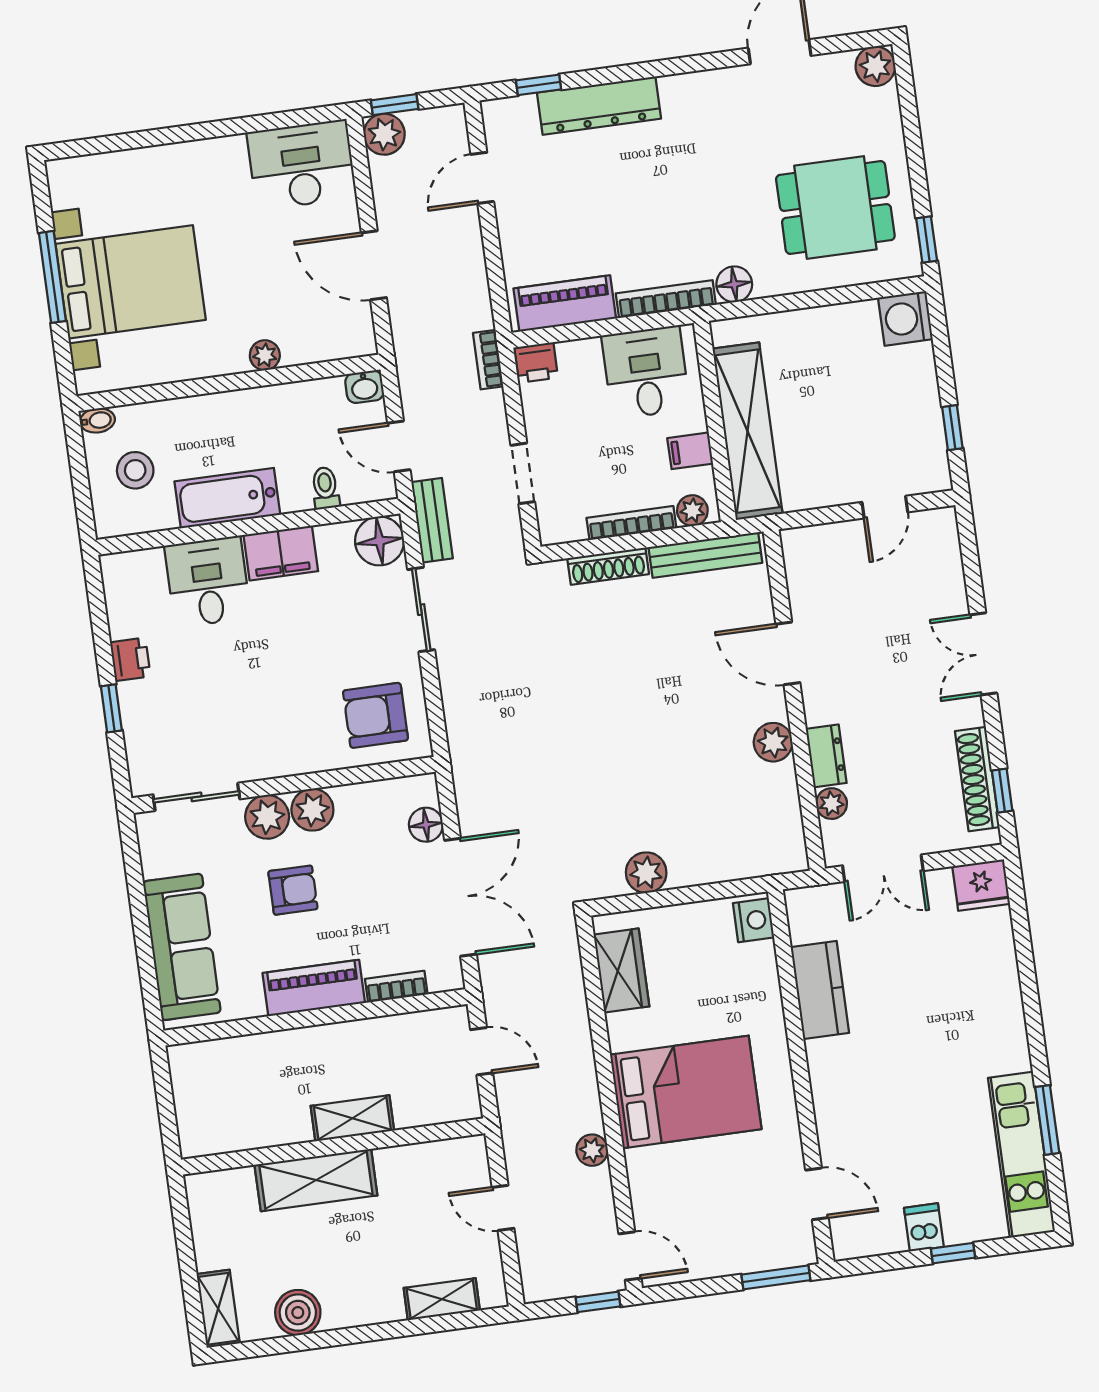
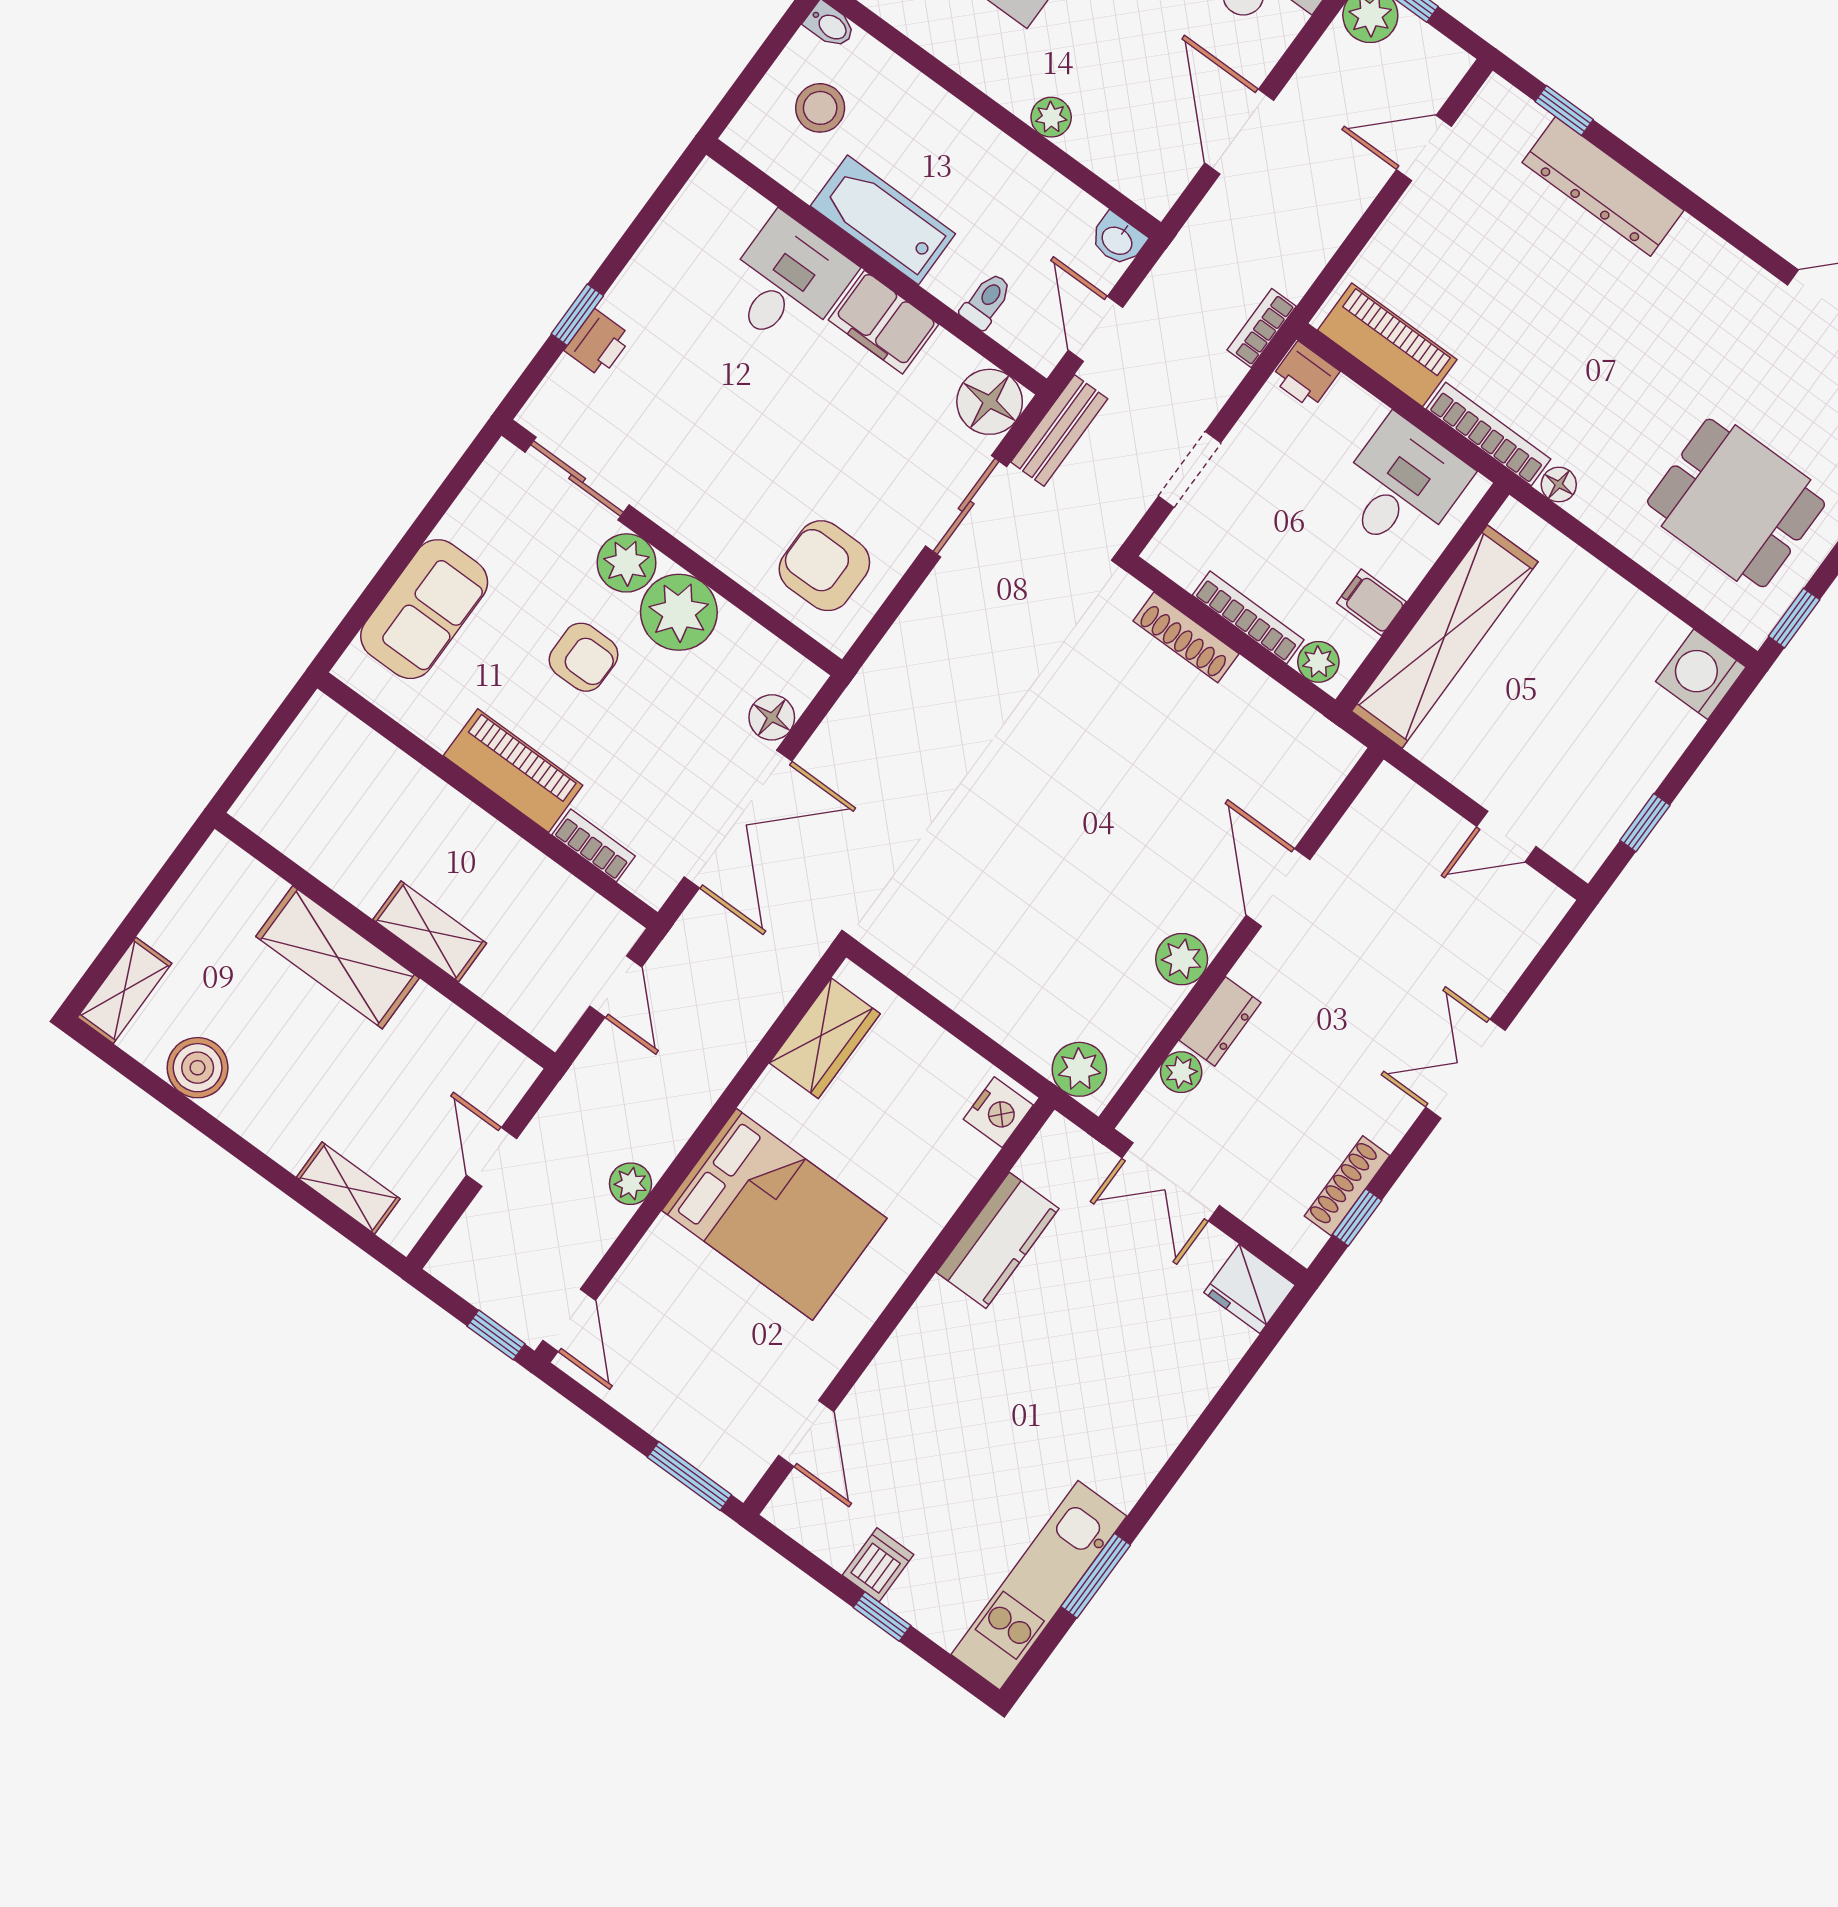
floor lamp: (734, 284) -> (1559, 485), width x0.73, depth x0.73
bench: (705, 555) -> (1290, 716), removed
printer: (130, 659) -> (598, 343), moved
shoe rack: (977, 779) -> (1347, 1186), width x0.74, depth x0.81
plant: (312, 810) -> (679, 612), width x1.36, depth x1.36
plant: (646, 873) -> (1079, 1069), moved
sofa: (182, 947) -> (424, 609), width x0.73

